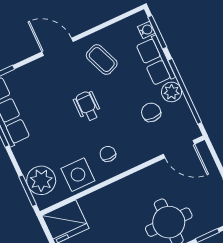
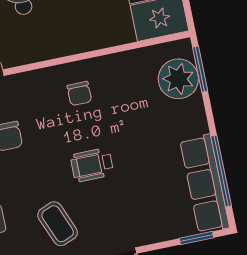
wheelchair: (87, 106) -> (92, 165), turned 90
side table: (78, 175) -> (127, 75), removed

